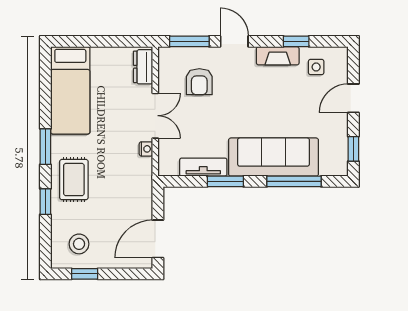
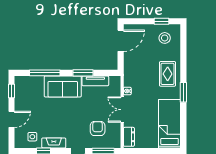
sofa: (273, 157) -> (63, 86), width x0.73
window: (45, 202) -> (183, 62), removed

